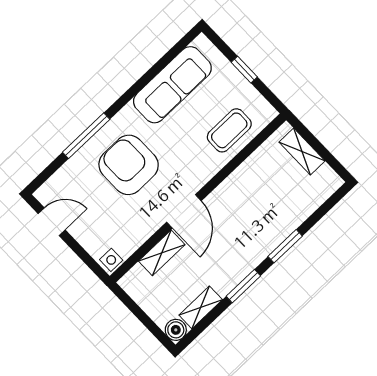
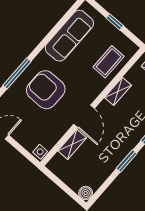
shelving: (201, 307) -> (118, 91), moved

